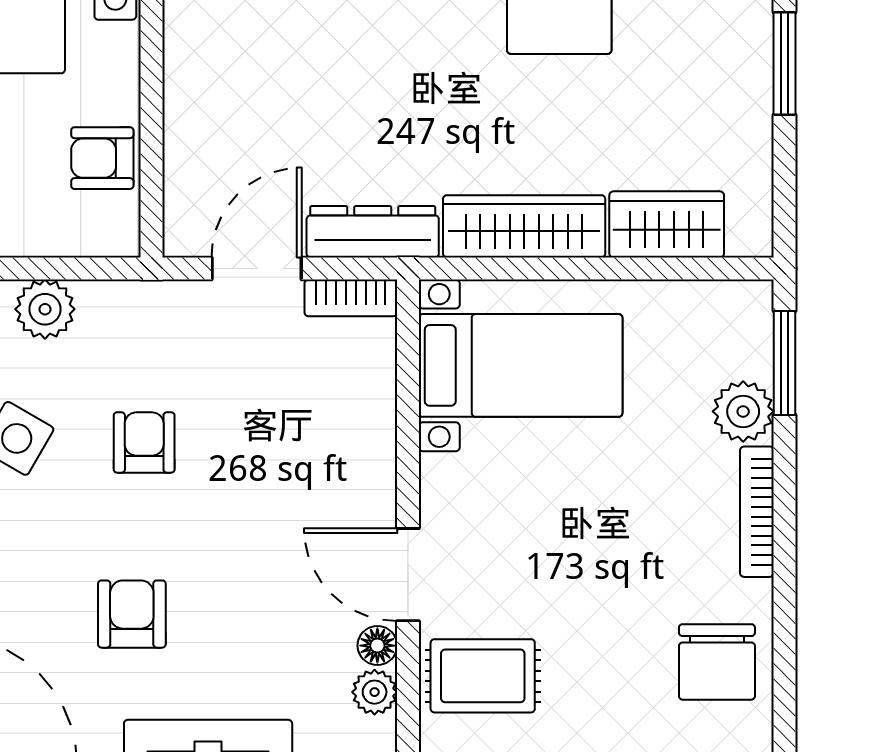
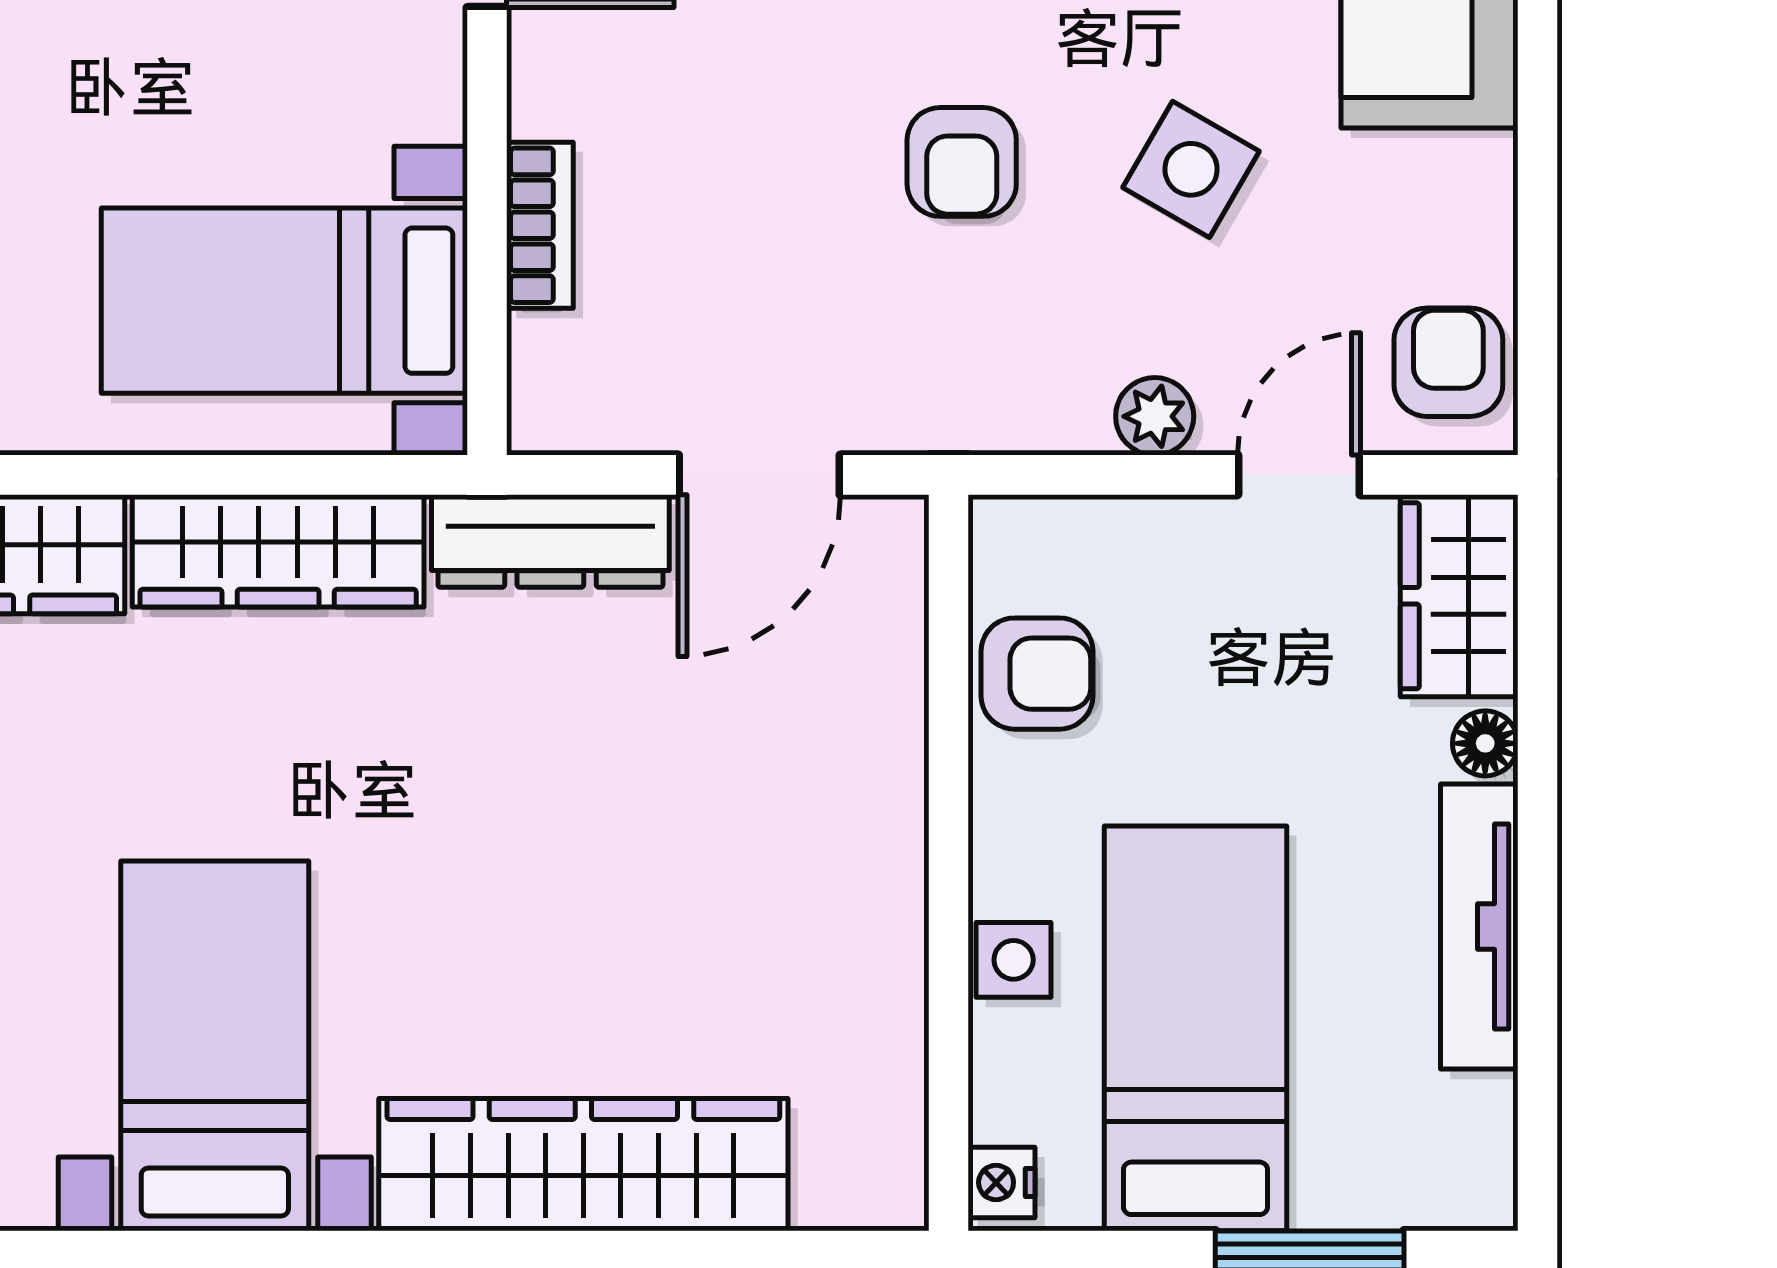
bookcase: (351, 298) -> (540, 225), moved, turned 90
plant: (45, 309) -> (1155, 416), width x0.73, depth x0.73

